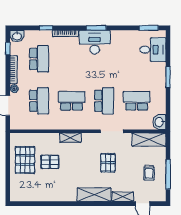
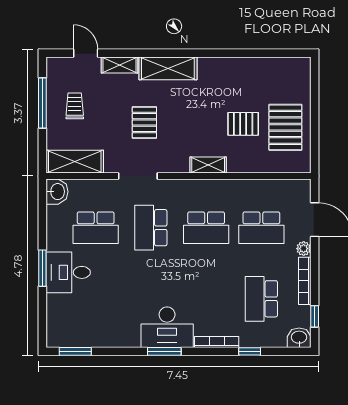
desk: (153, 50) -> (68, 272), moved
school desk: (39, 101) -> (261, 228), turned -90

